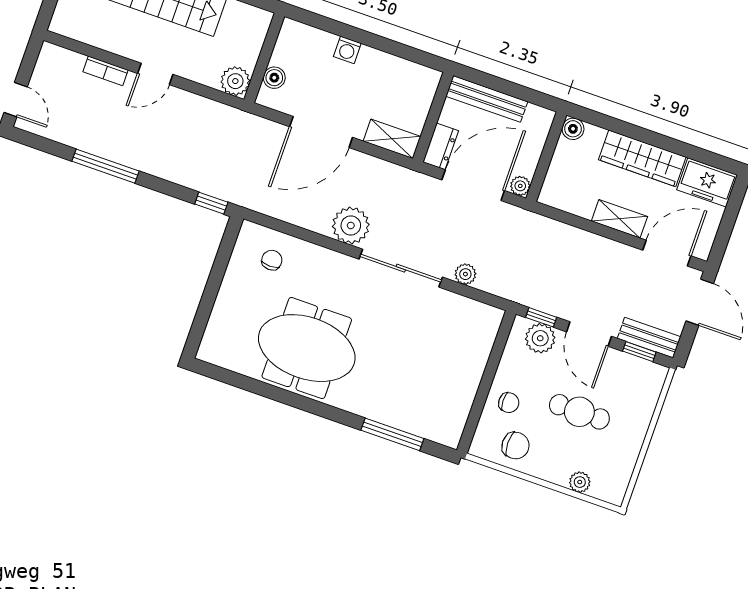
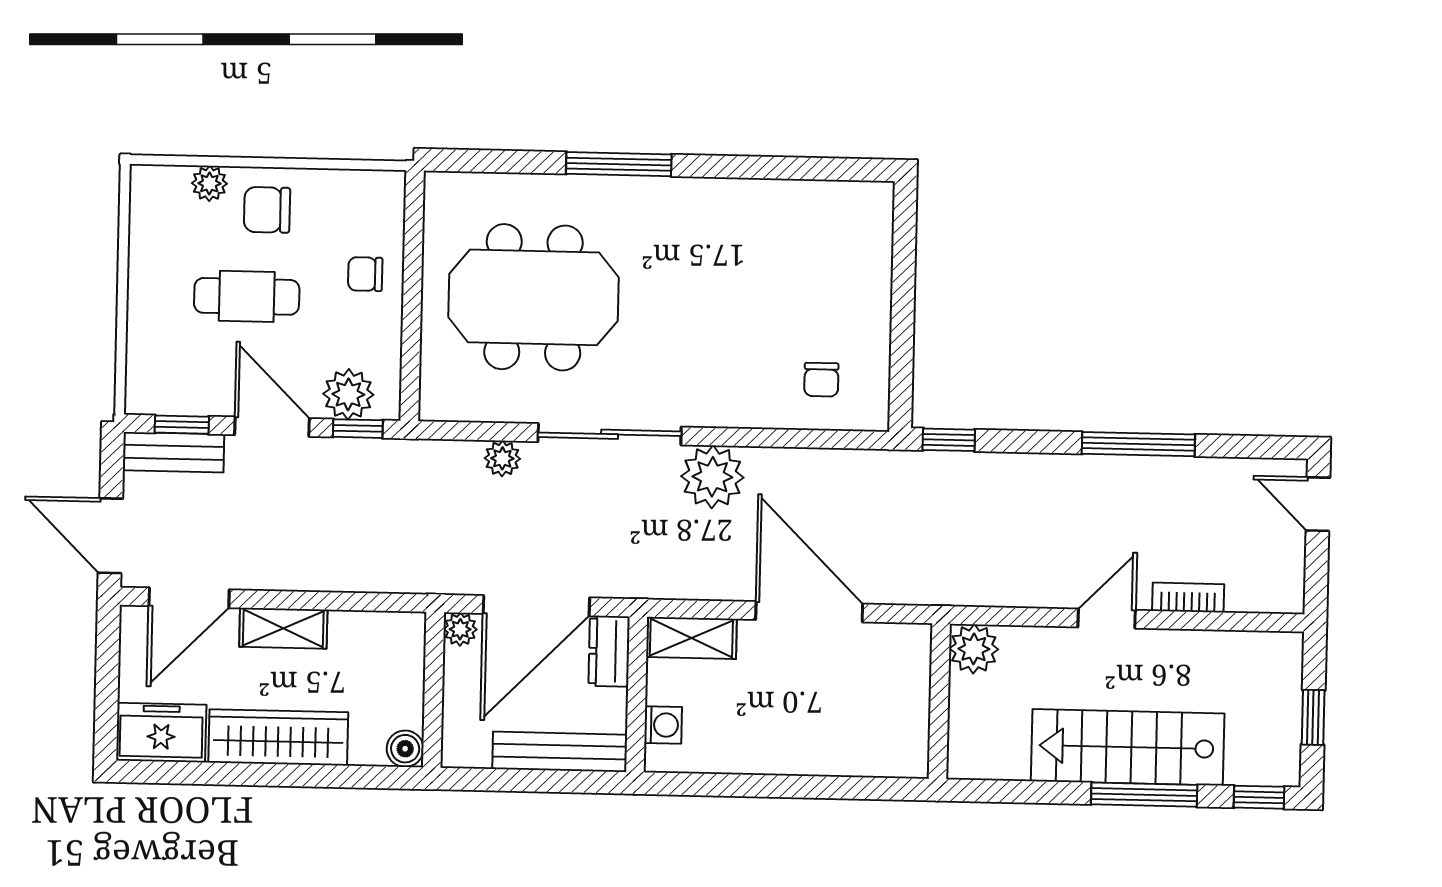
washing machine: (347, 50) -> (663, 725), moved, turned 90
boiler: (274, 78) -> (913, 675), removed
door: (321, 132) -> (809, 612), hinge flipped
meeting table: (307, 348) -> (533, 297), moved
window: (392, 434) -> (619, 164), moved
chair: (516, 446) -> (267, 210), moved

